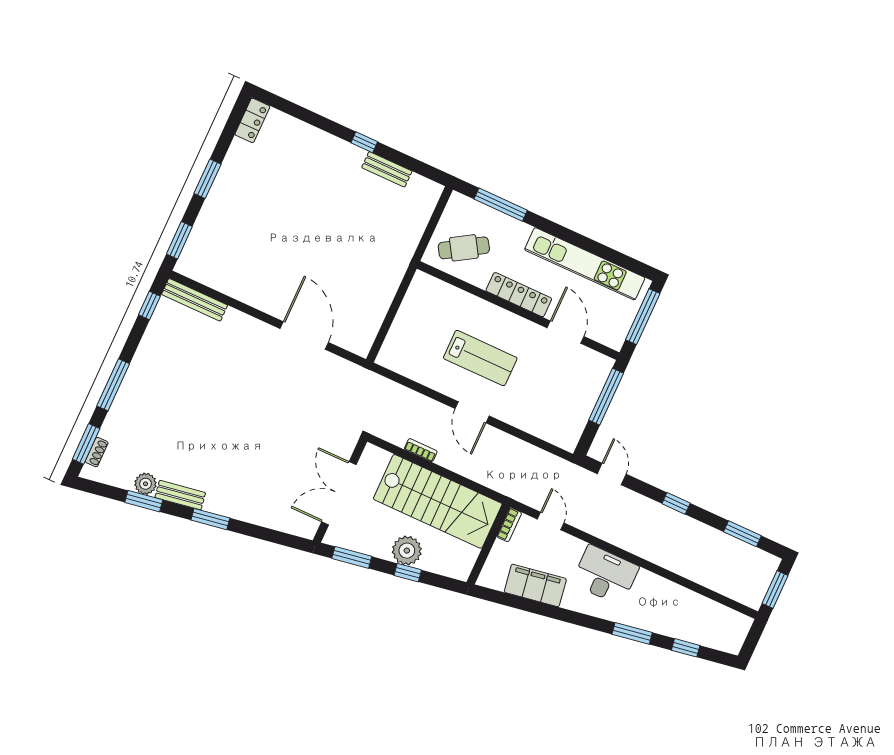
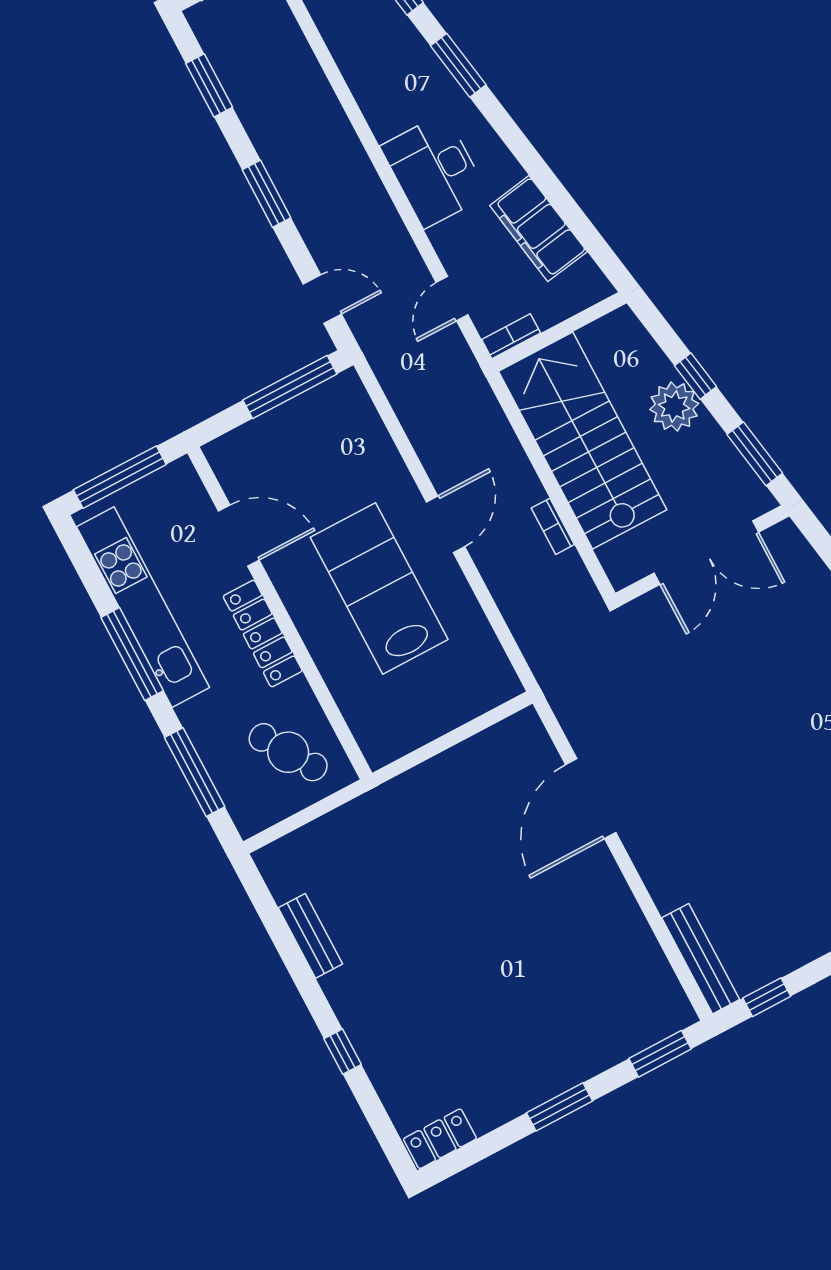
window: (364, 142) -> (343, 1052), moved
window: (573, 238) -> (132, 654), added
door: (566, 332) -> (239, 536), swing flipped
lab bench: (480, 358) -> (379, 588), width x1.36, depth x1.39
window: (606, 397) -> (290, 387), moved
door: (612, 474) -> (322, 299), swing flipped
window: (676, 503) -> (267, 194), width x1.50

